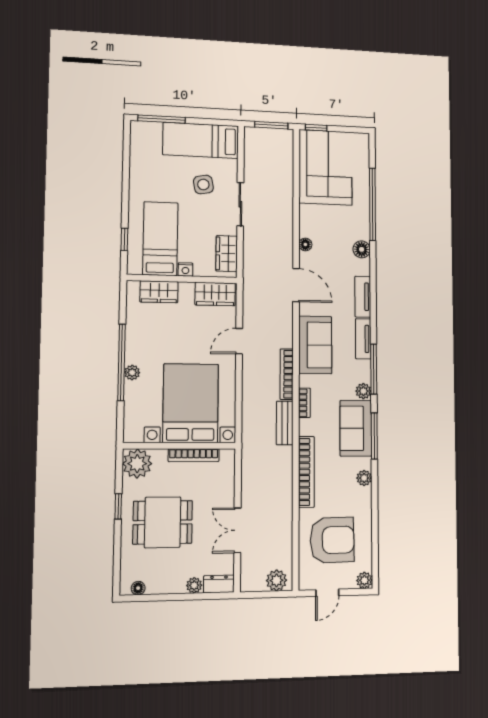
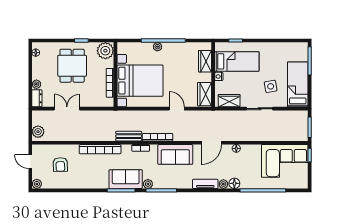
tv unit: (363, 339) -> (179, 184), removed
plant: (364, 478) -> (223, 184), moved
armchair: (332, 540) -> (60, 165), width x0.53, depth x0.53

